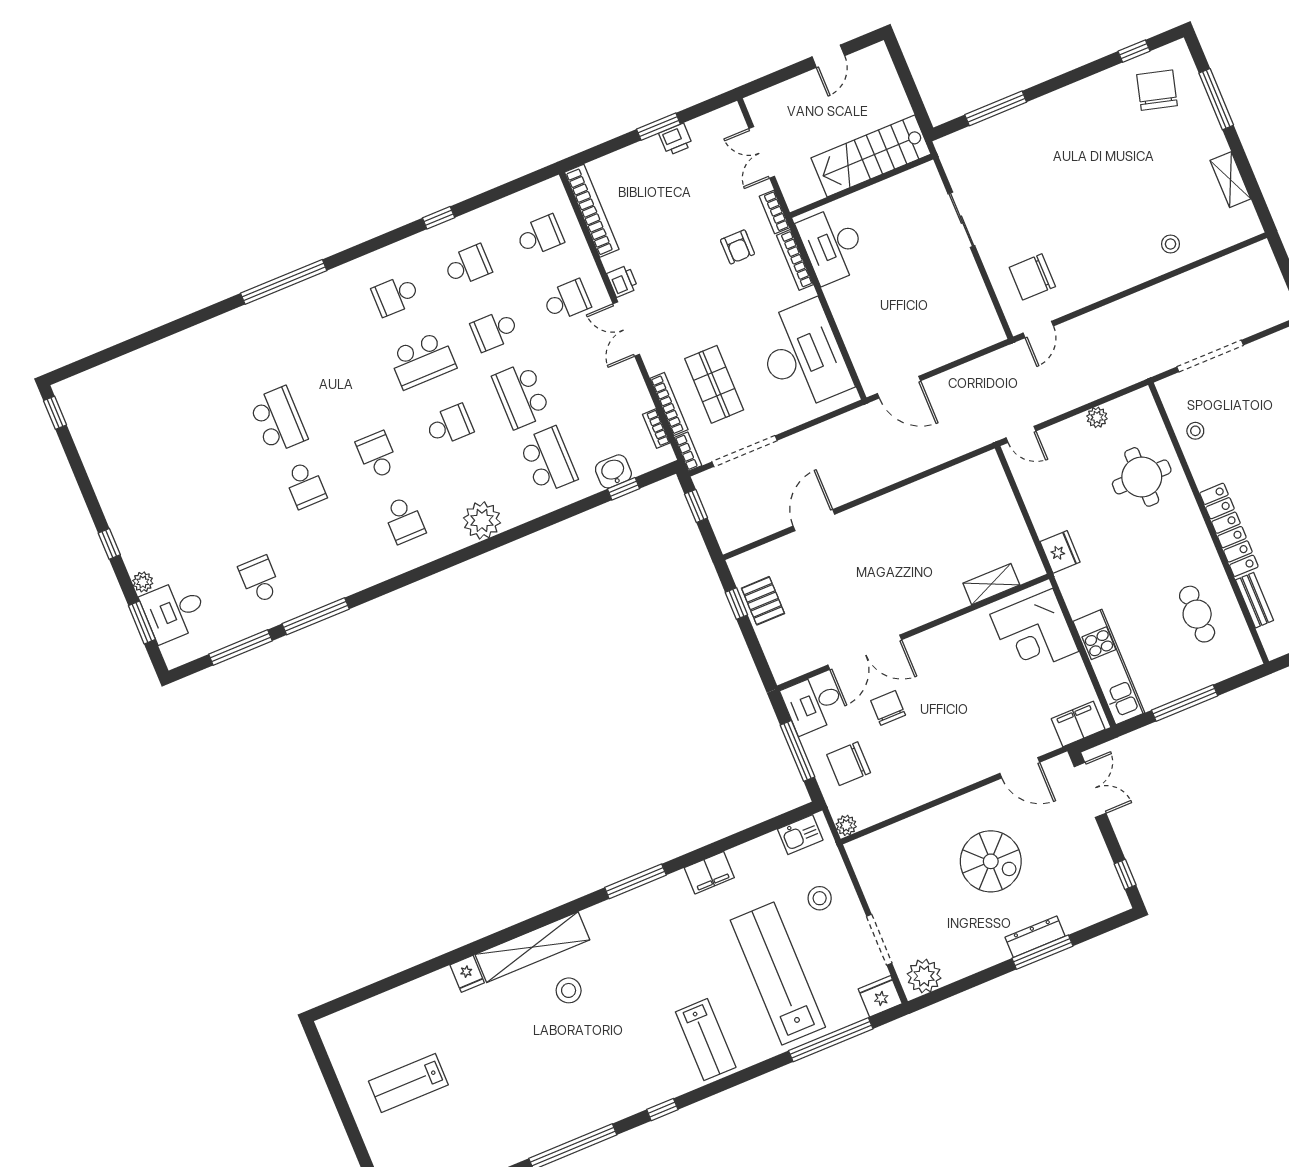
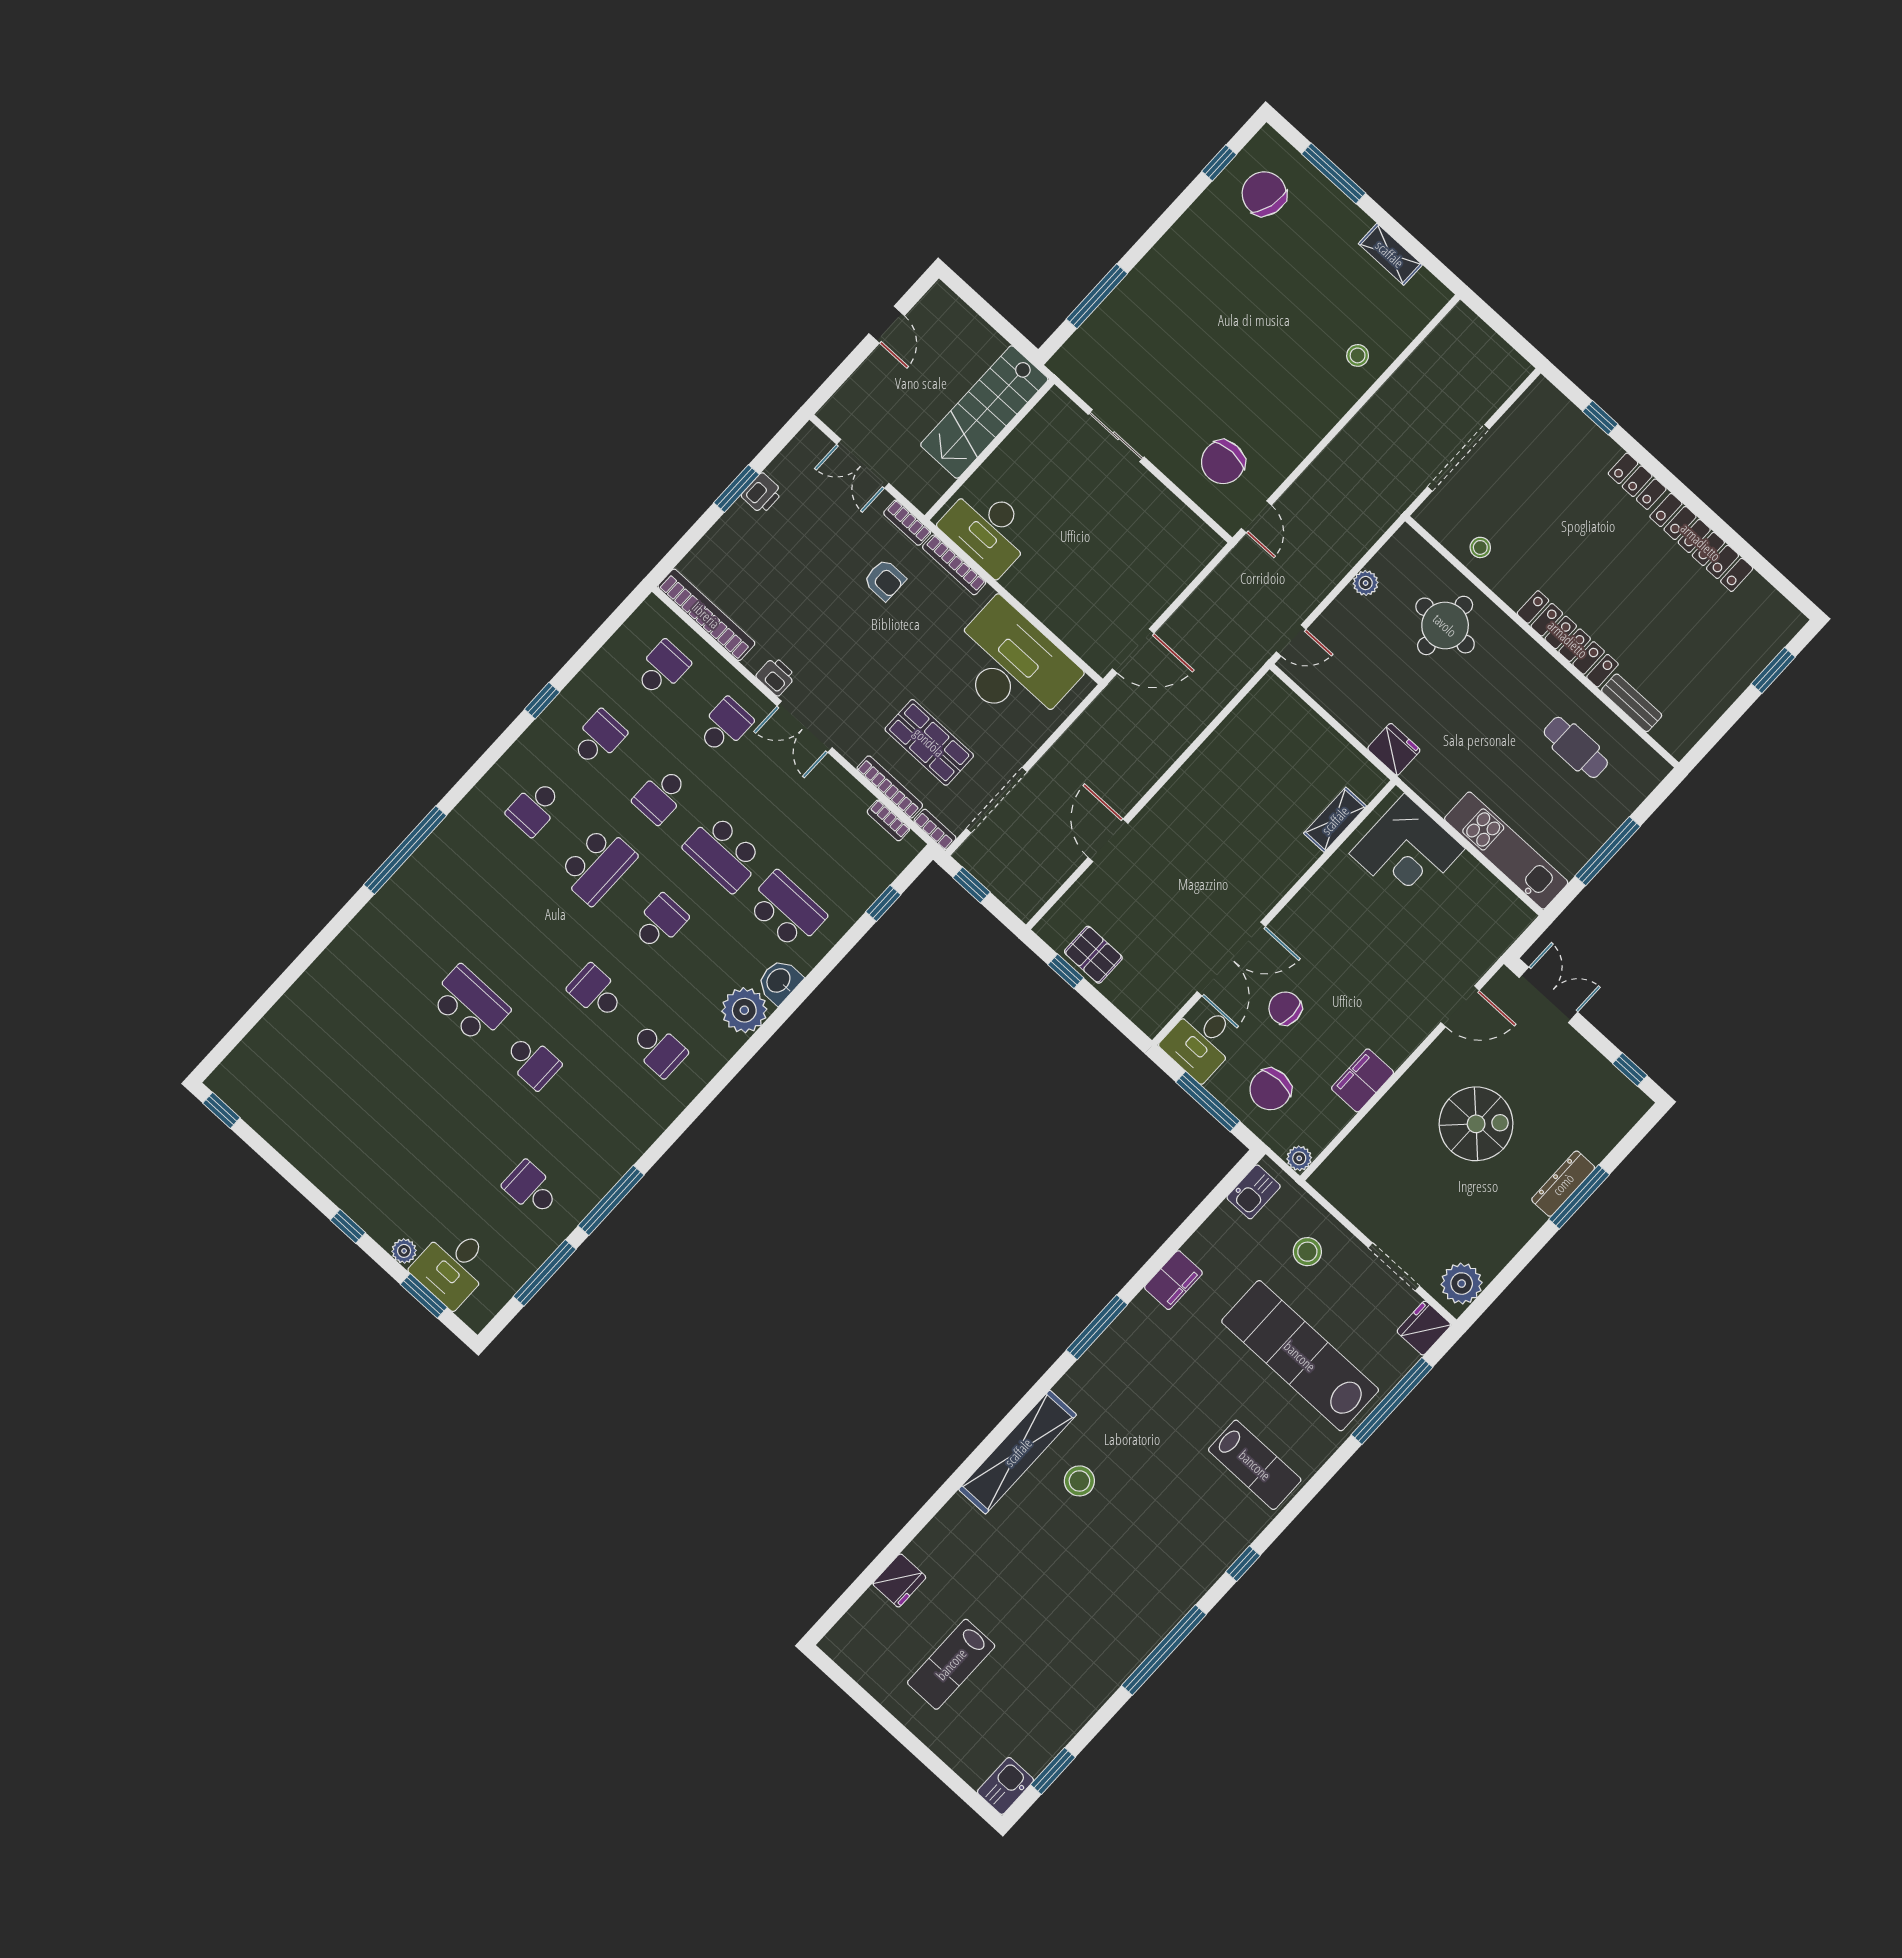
washbasin: (613, 471) -> (779, 981), moved
filing cabinet: (1078, 724) -> (1363, 1080), moved
fridge: (467, 974) -> (899, 1580), moved, width x1.38

